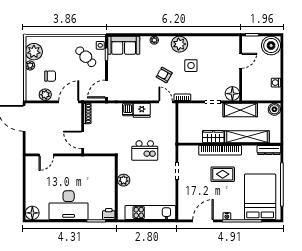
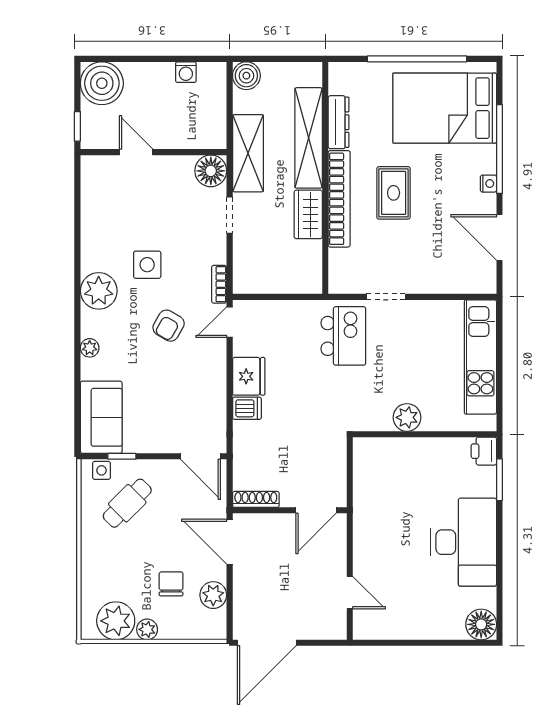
dresser: (269, 150) -> (339, 122), moved
kitchen island: (145, 151) -> (343, 336), moved

